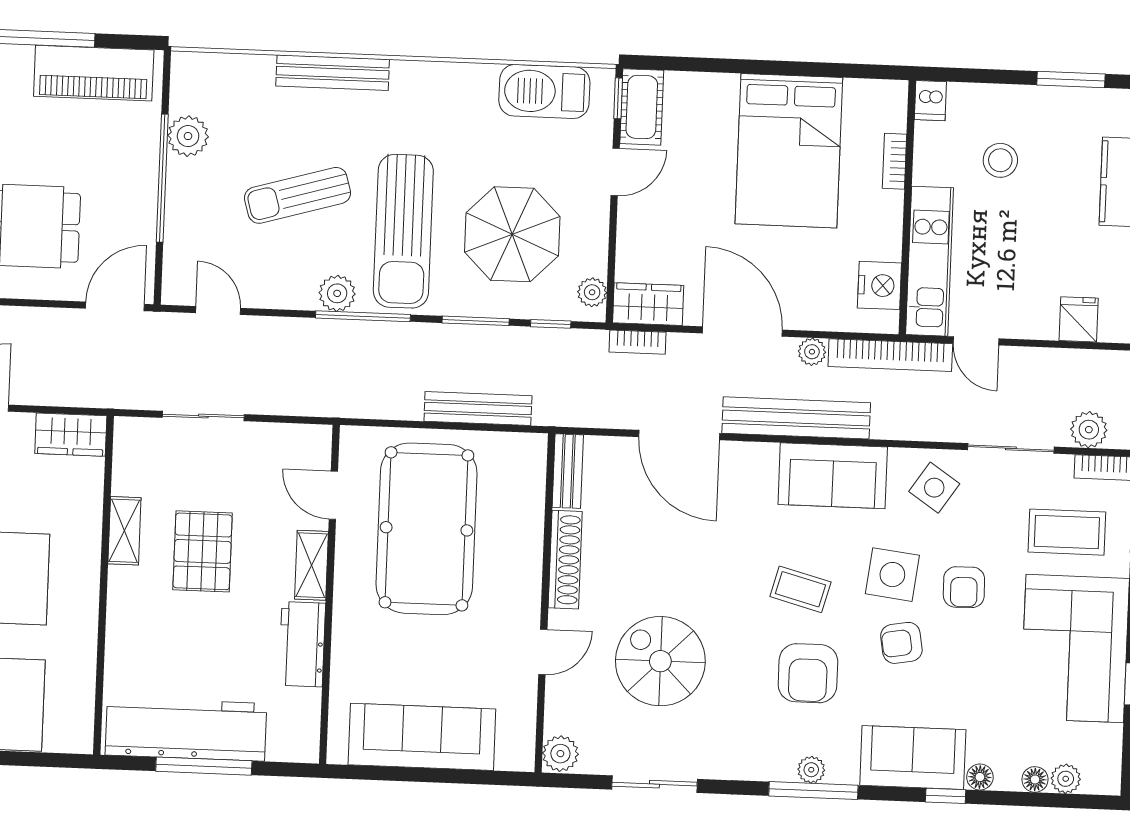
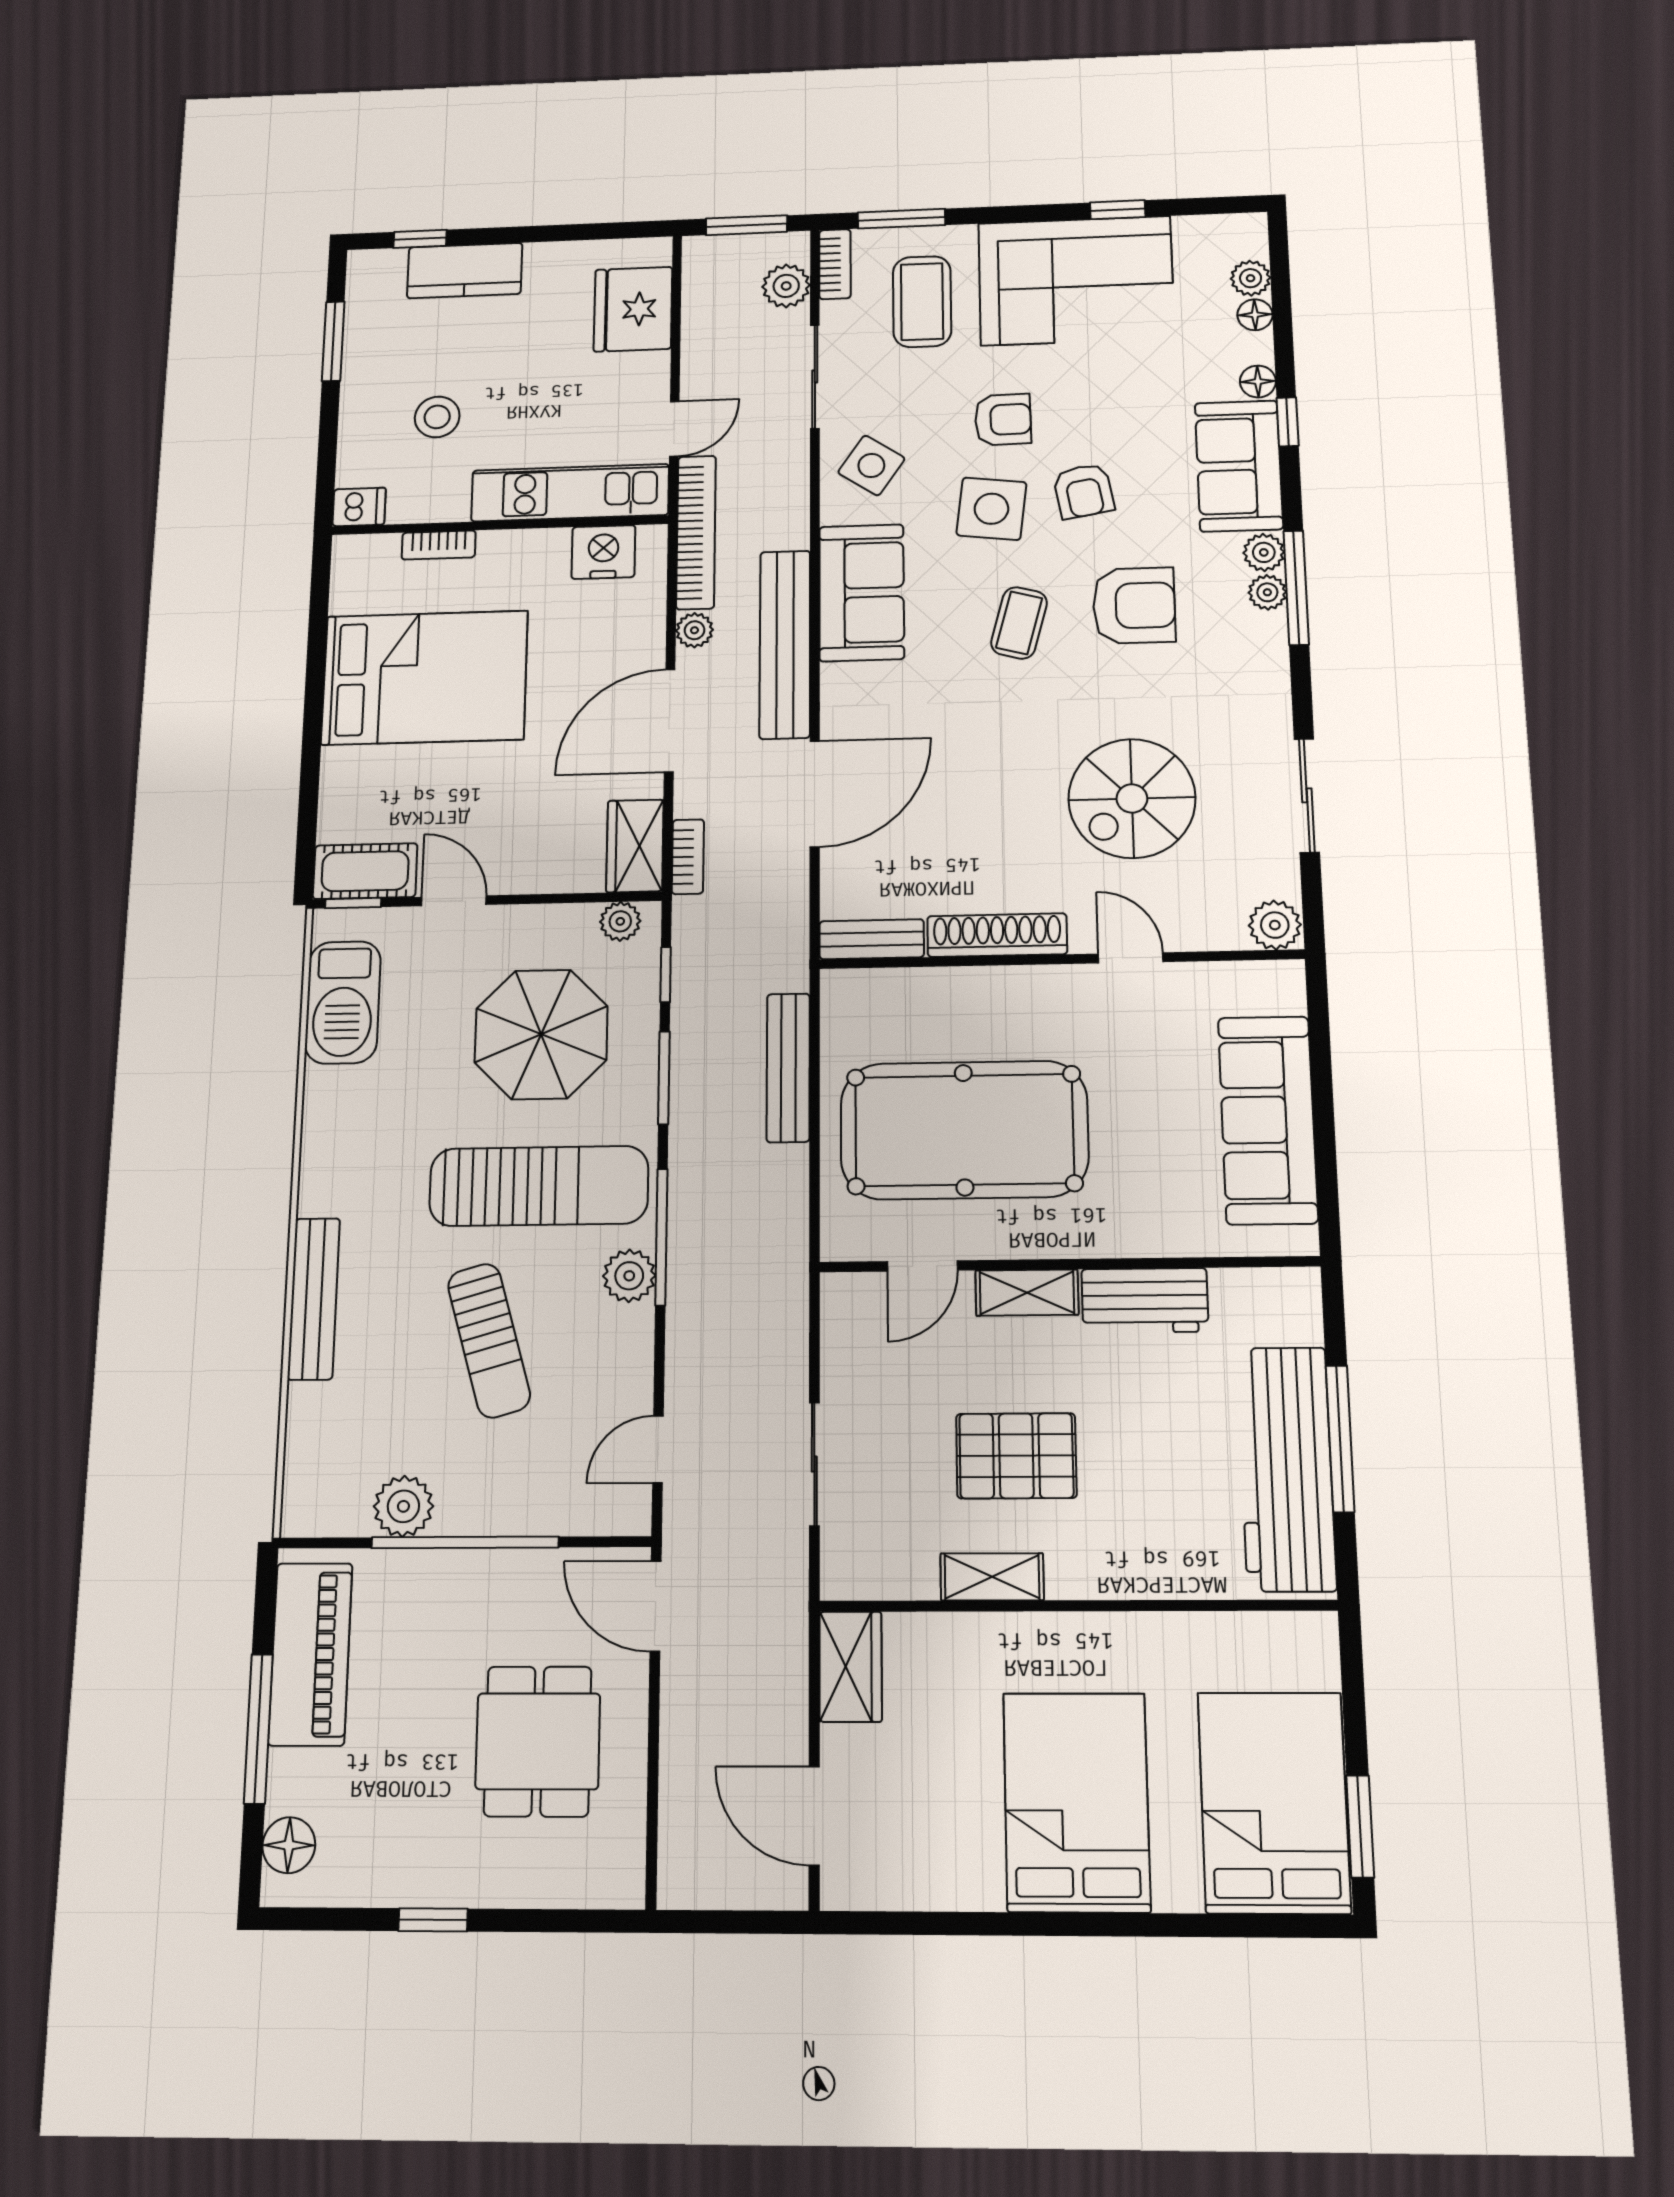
fridge: (1079, 319) -> (633, 309), width x1.88, depth x1.34
plant: (843, 770) -> (1264, 552), added

